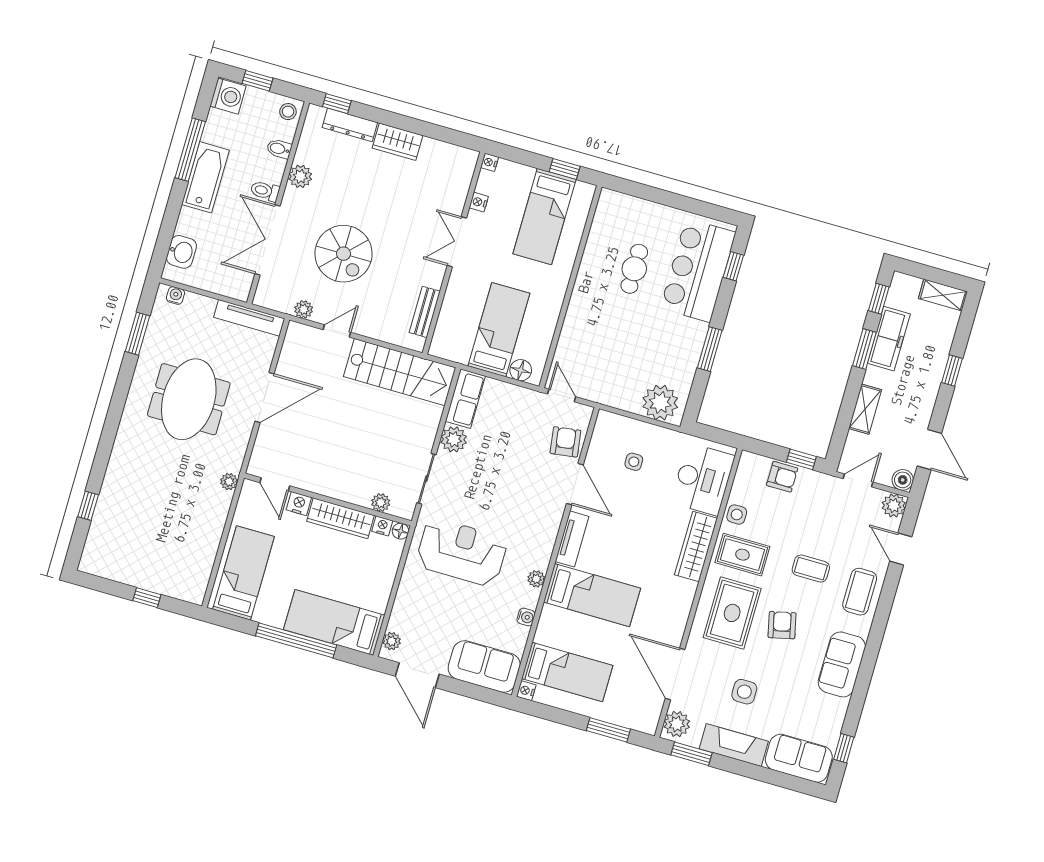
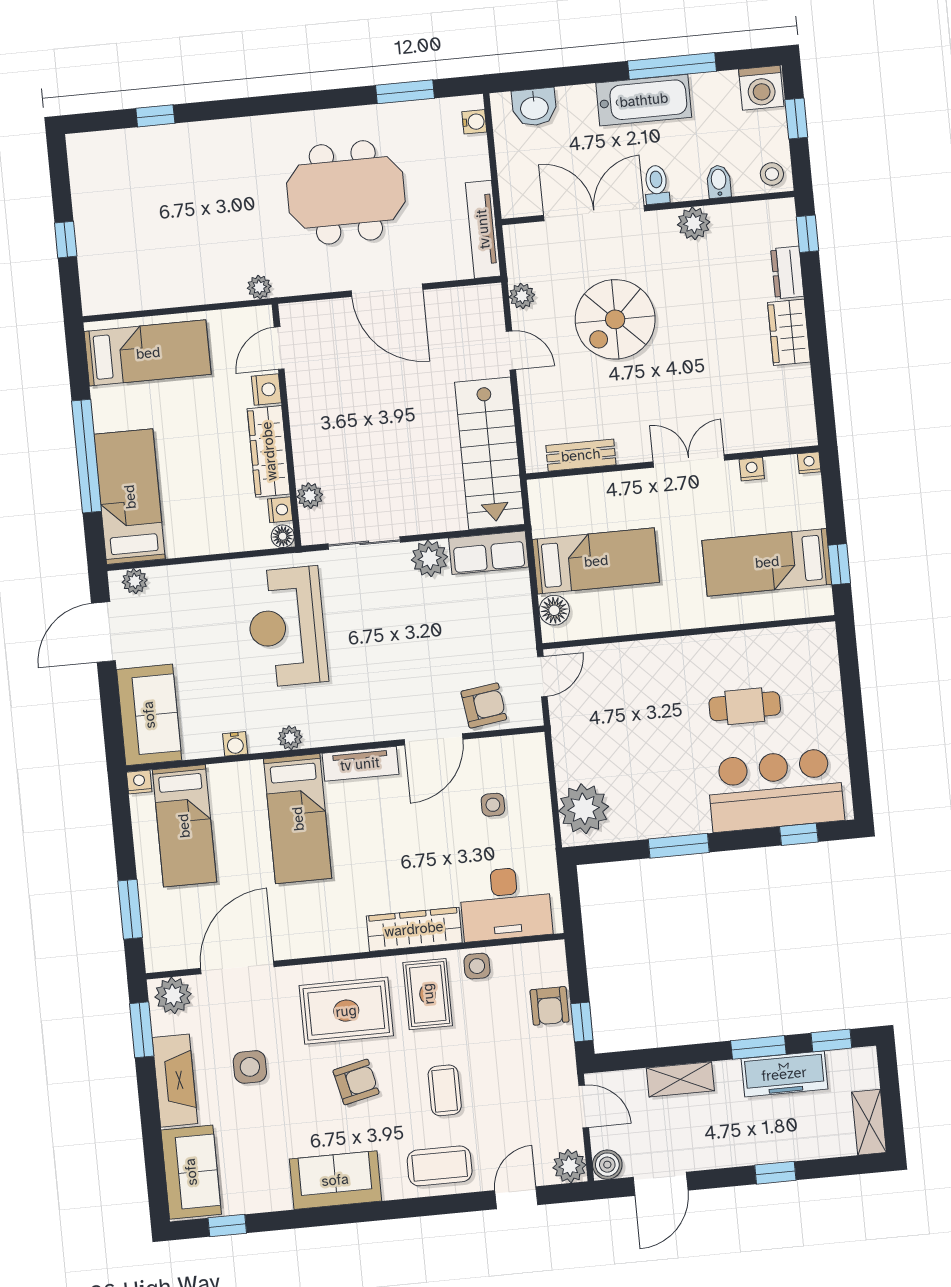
dresser: (350, 125) -> (787, 273), width x0.70
reception desk: (462, 552) -> (287, 627), turned 180

